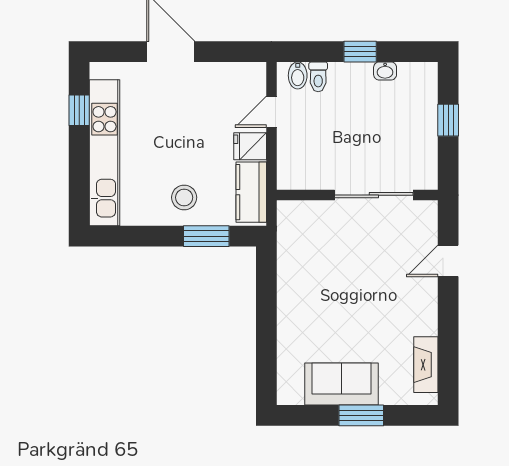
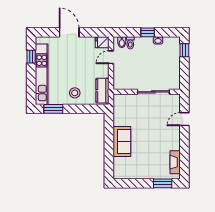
window: (448, 120) -> (184, 50), moved
fridge: (250, 146) -> (102, 42), moved
window: (206, 236) -> (53, 109), moved
sofa: (342, 384) -> (122, 141), moved, turned 90
window: (361, 415) -> (163, 183), moved

